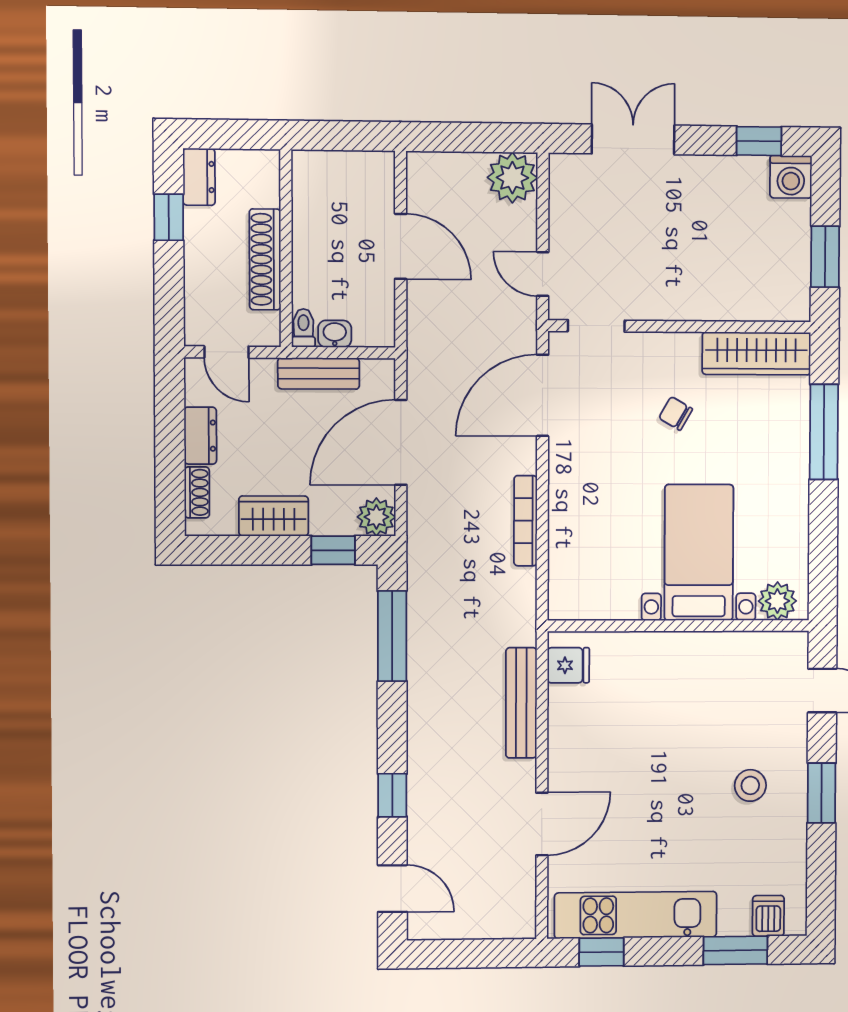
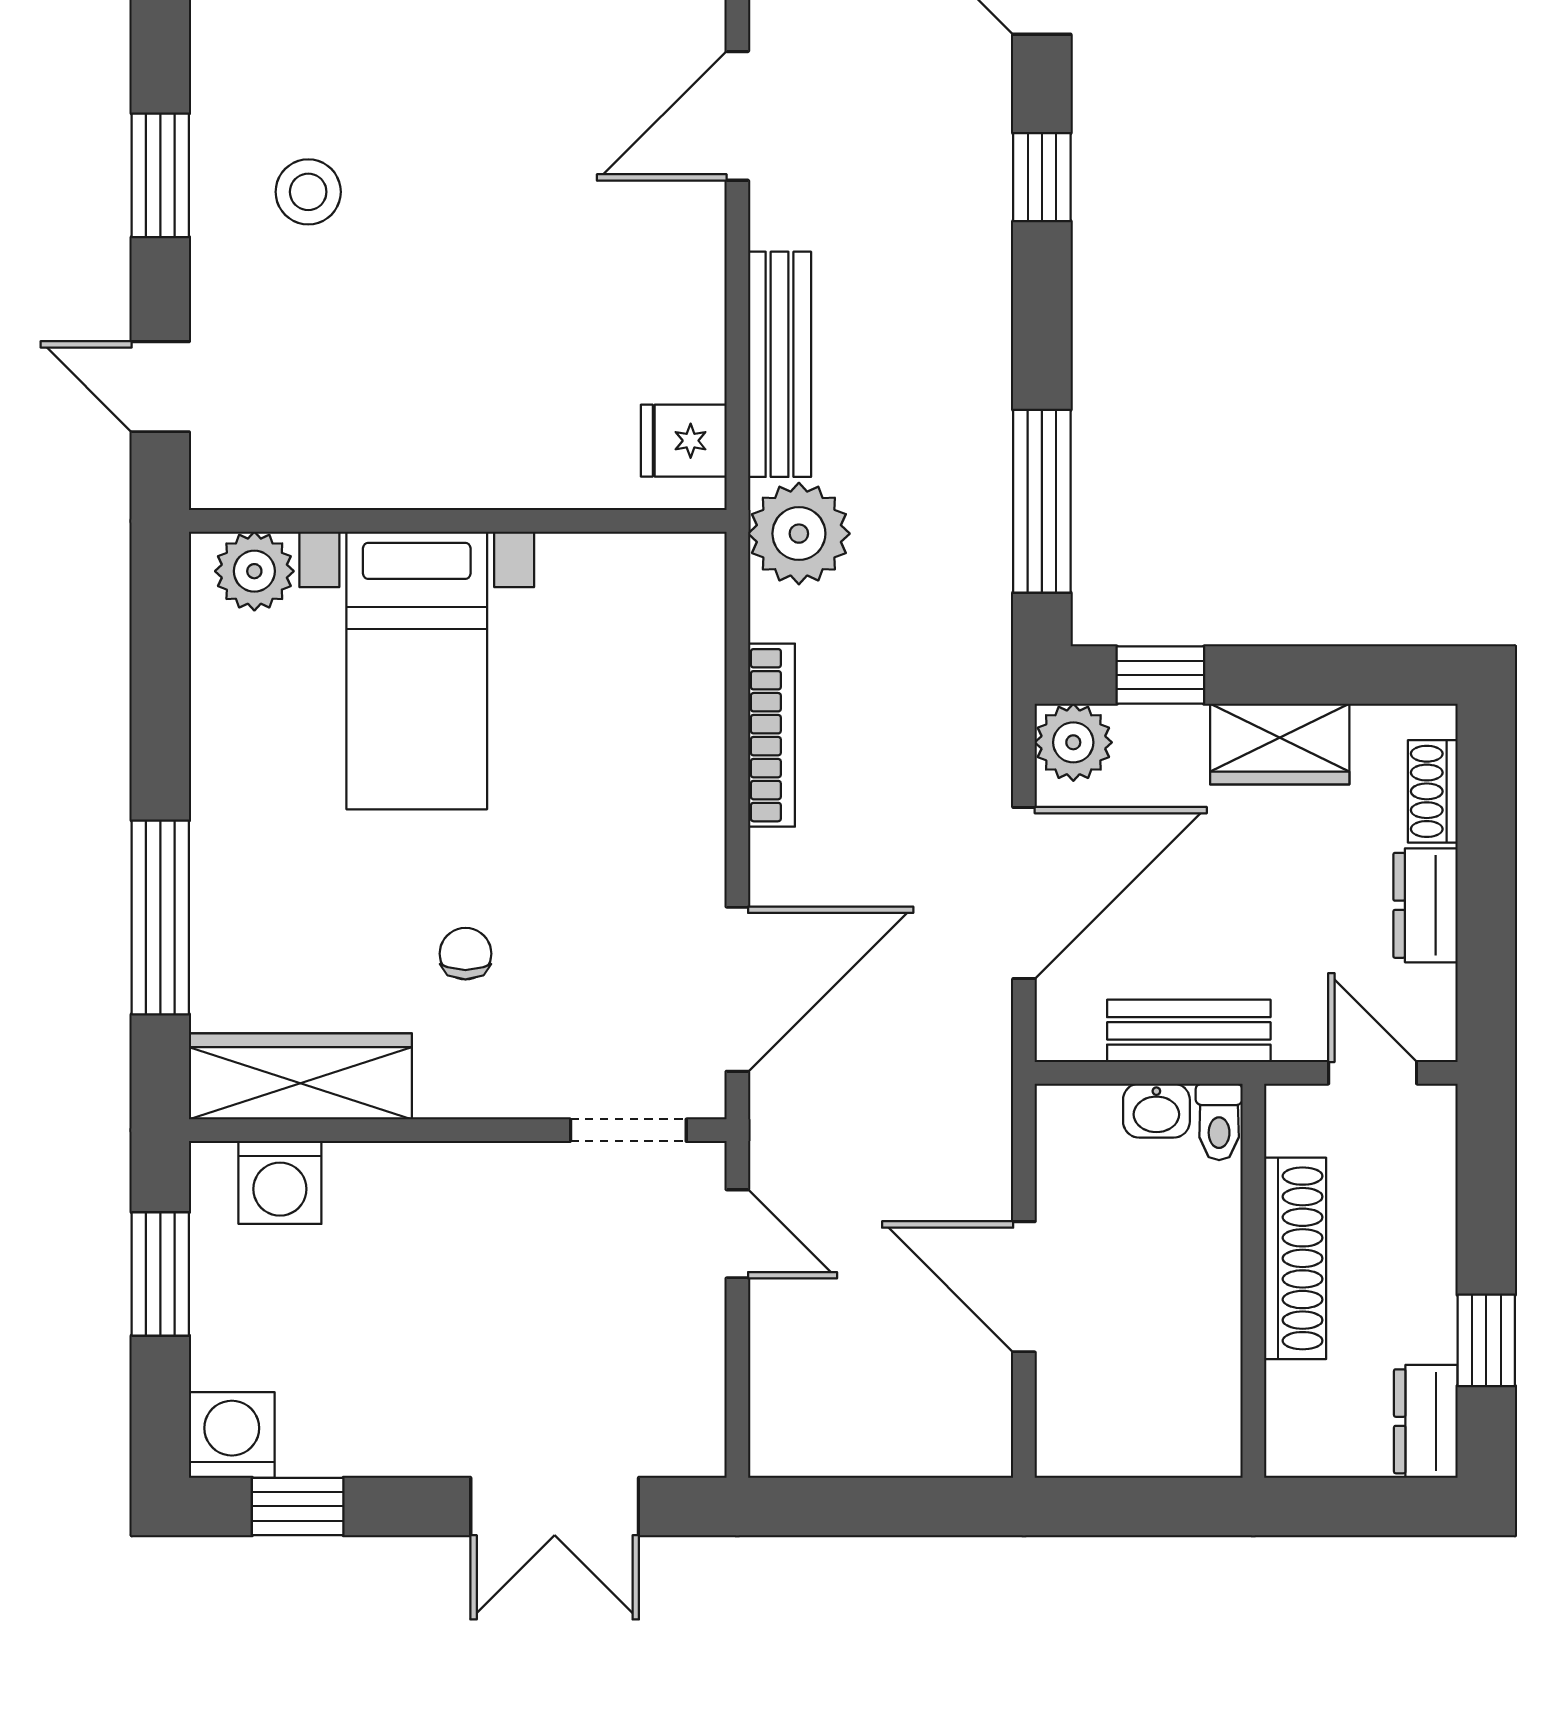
plant: (512, 178) -> (799, 534), moved
washing machine: (767, 301) -> (280, 1182), added
chair: (676, 413) -> (465, 954), turned -120

